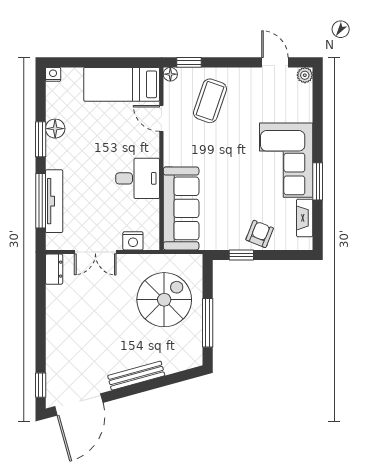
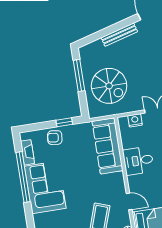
window: (318, 181) -> (23, 177), width x2.11
armchair: (260, 234) -> (55, 138), turned 75
spiral stairs: (164, 300) -> (109, 86), turned -90

